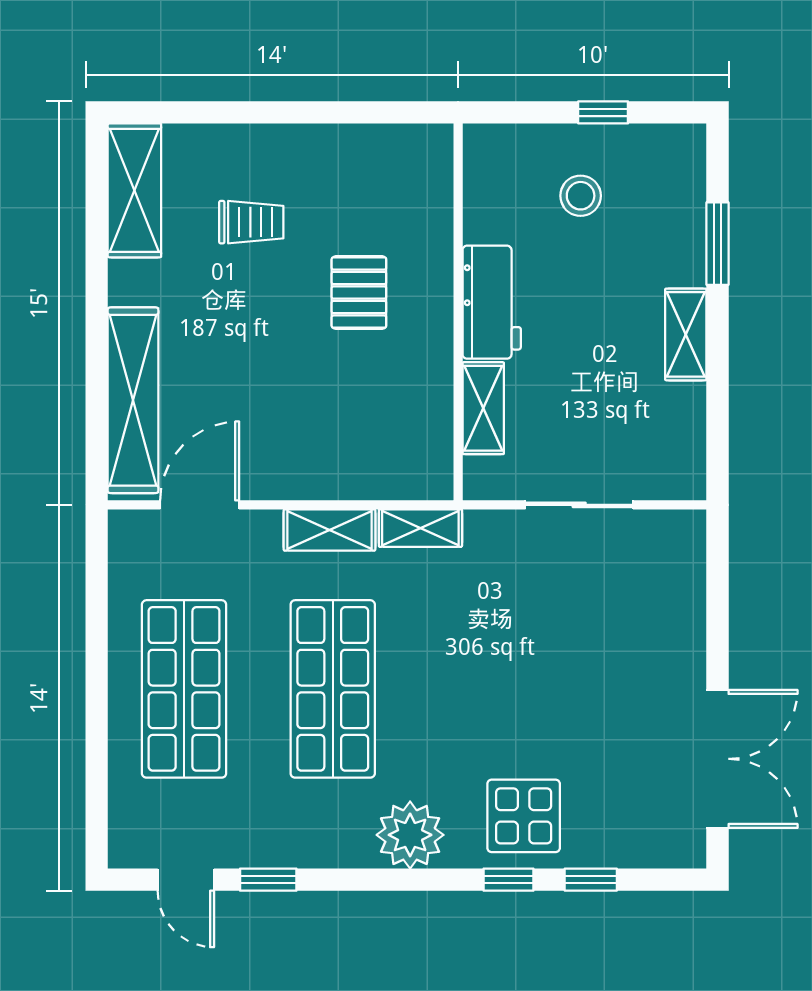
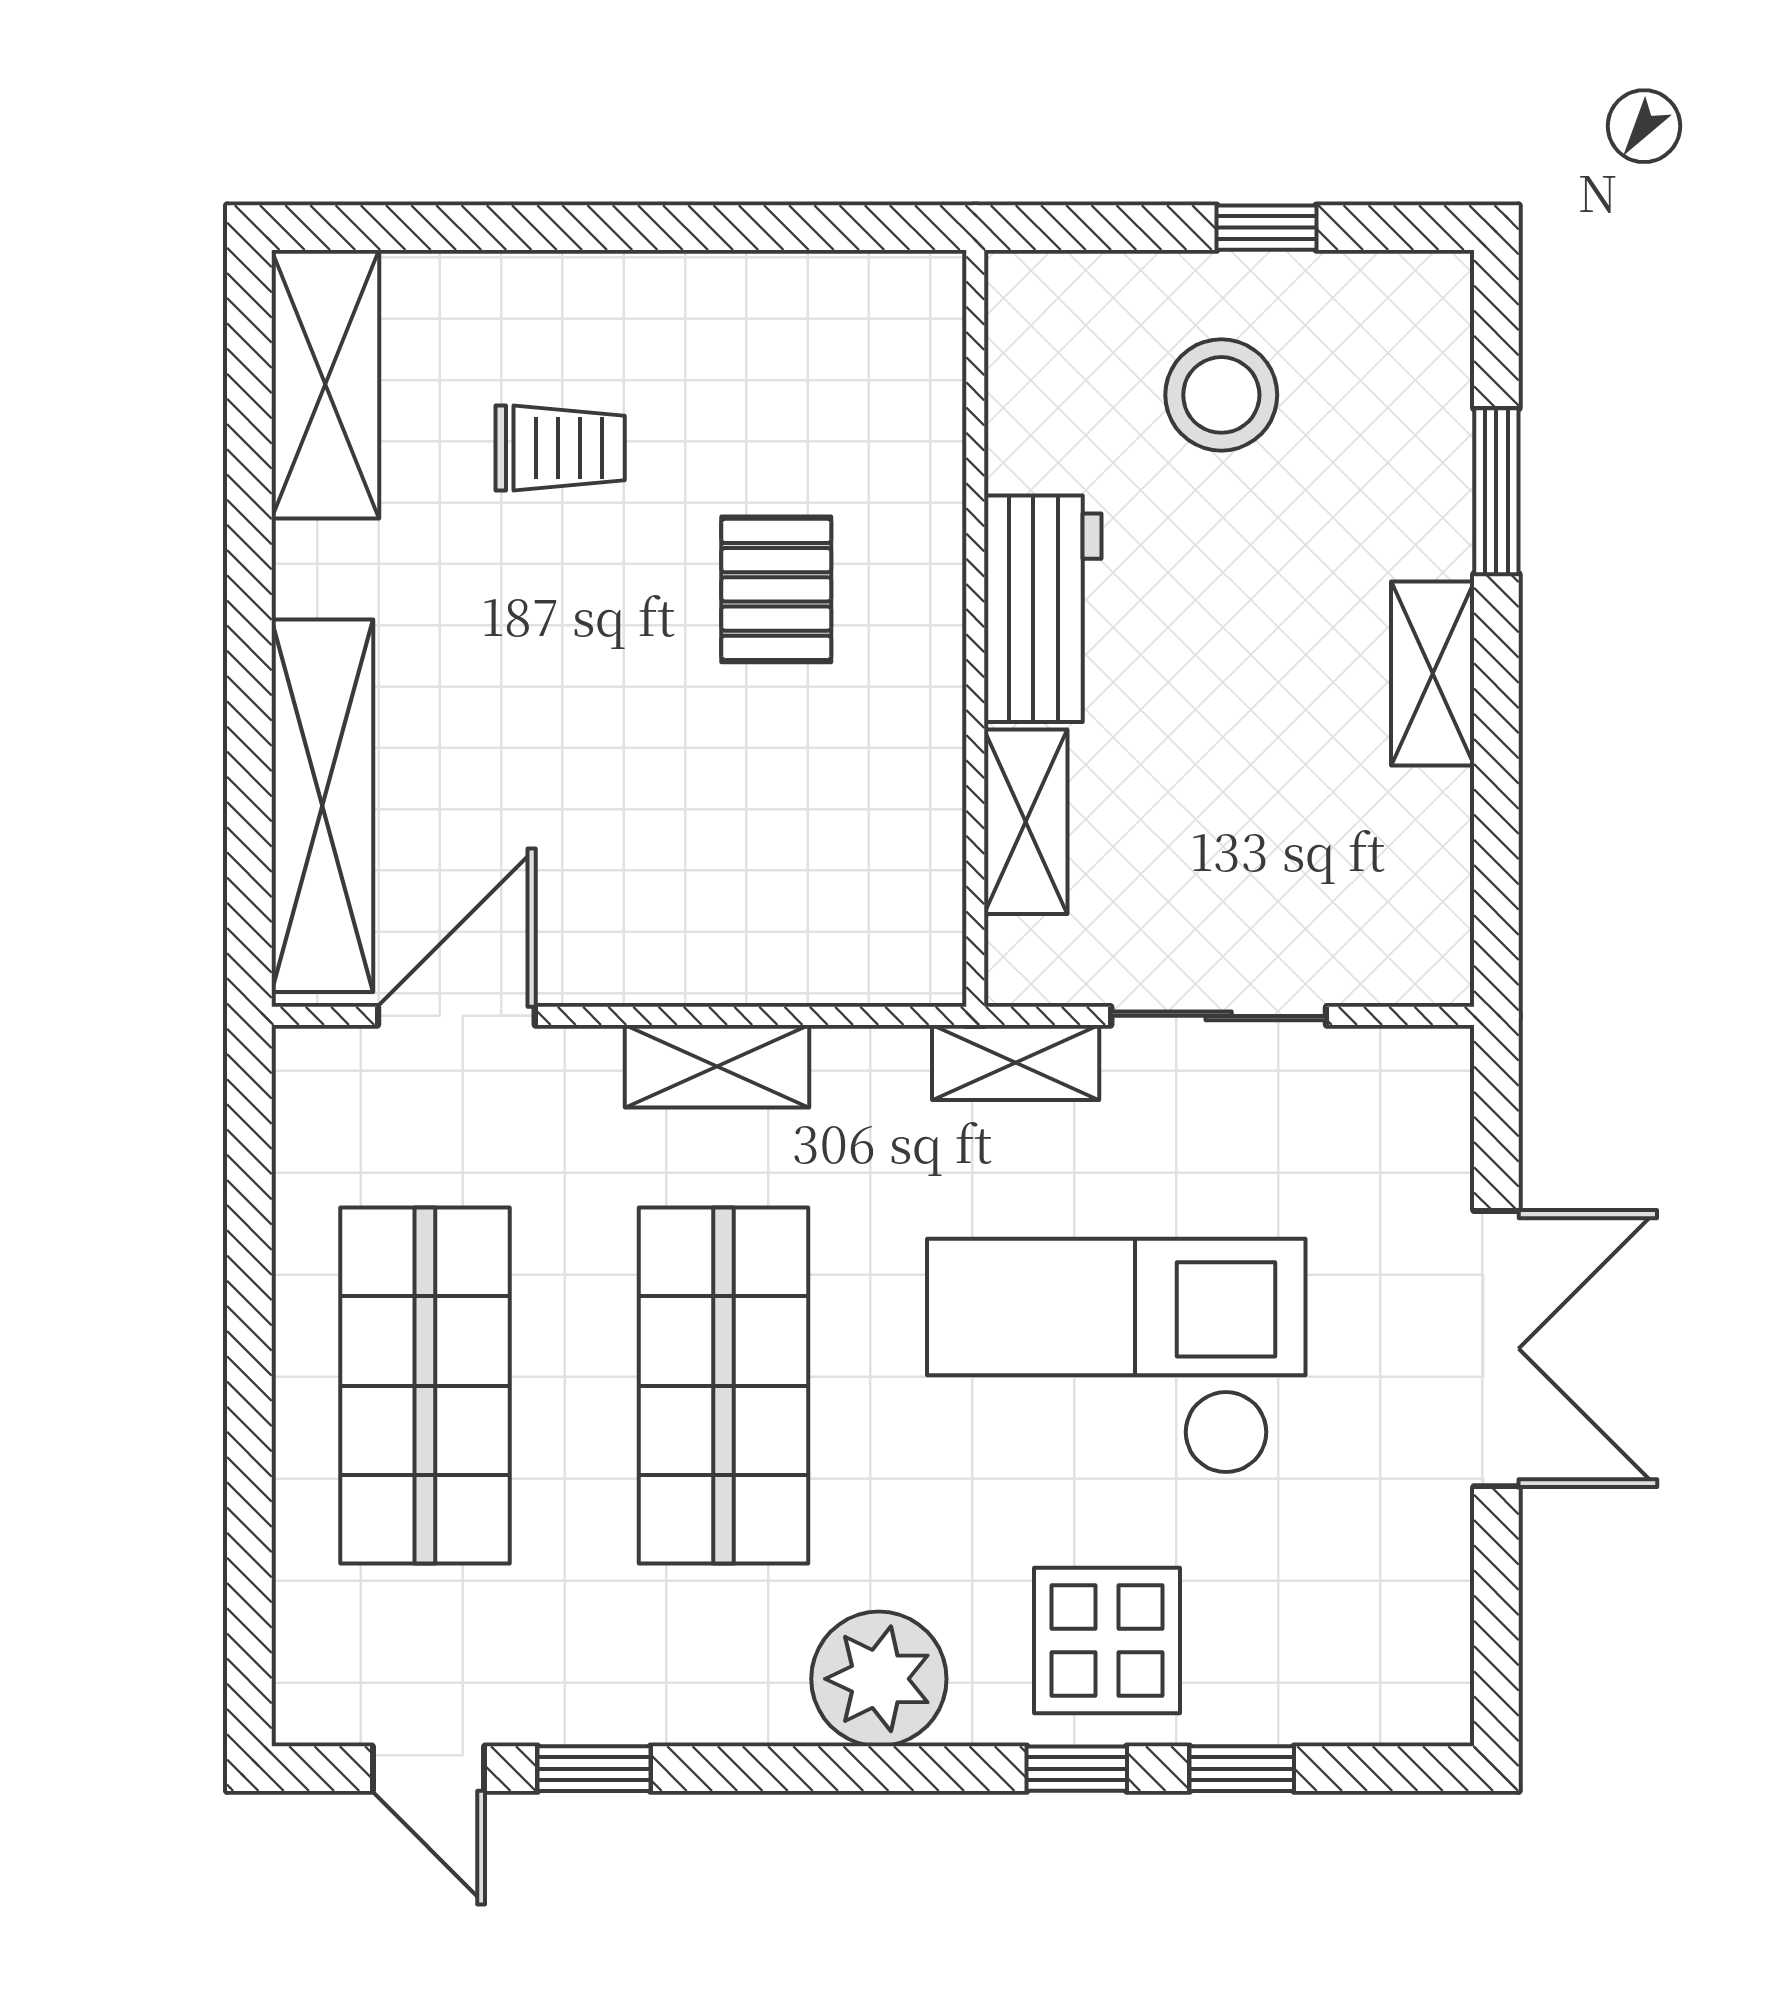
stool: (581, 196) -> (1221, 395), width x1.38, depth x1.38
shelving: (420, 528) -> (1016, 1062), moved
checkout: (528, 674) -> (1116, 1357), added
double door: (718, 759) -> (1496, 1349), moved

